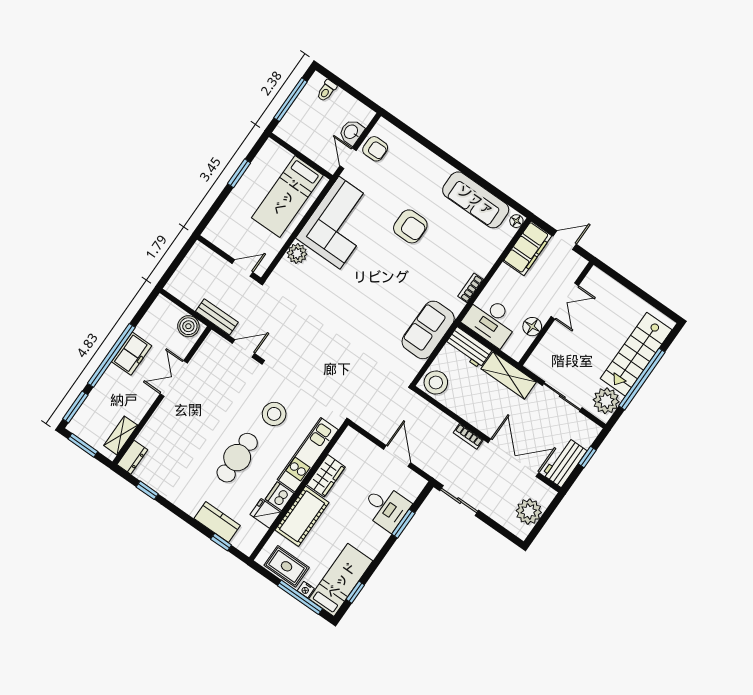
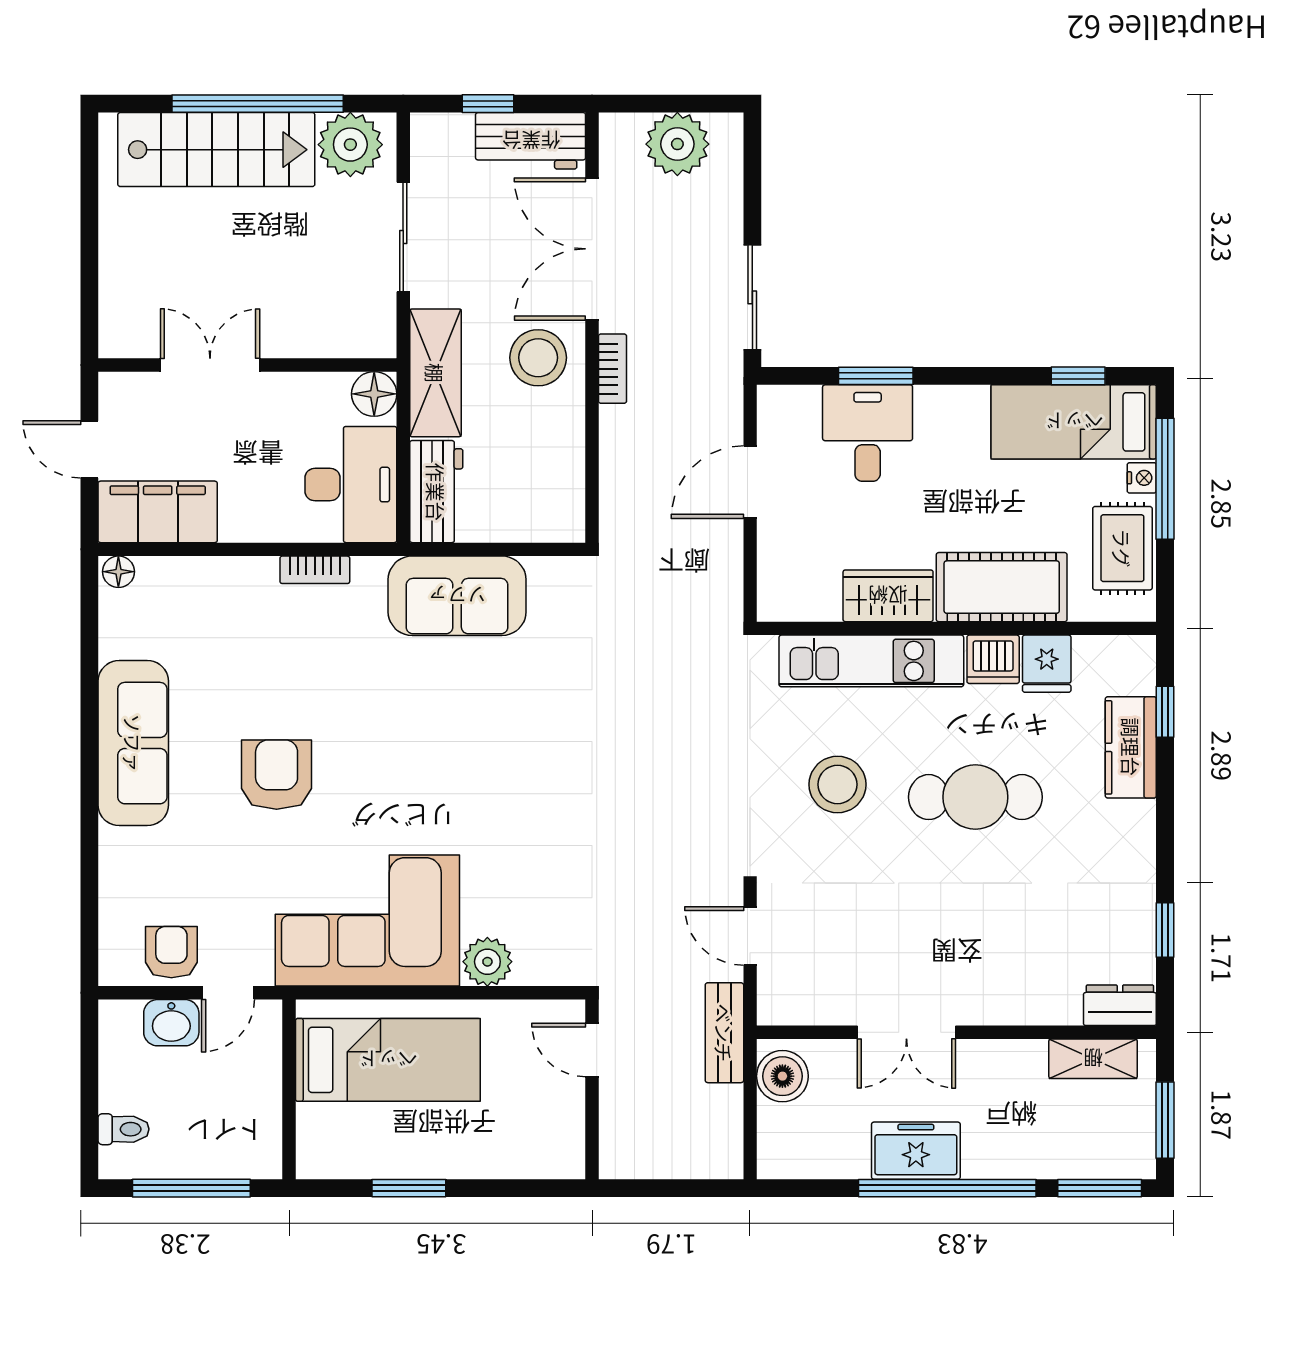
sofa: (476, 200) -> (133, 743), moved
floor lamp: (532, 327) -> (374, 394), moved
stool: (436, 383) -> (538, 358), moved

